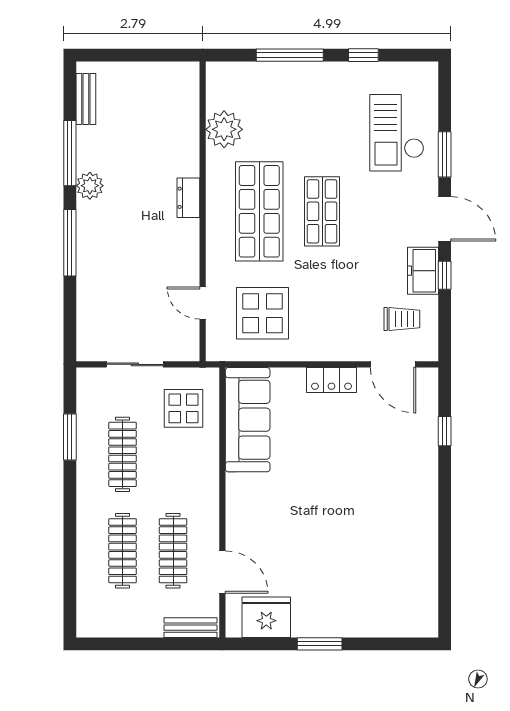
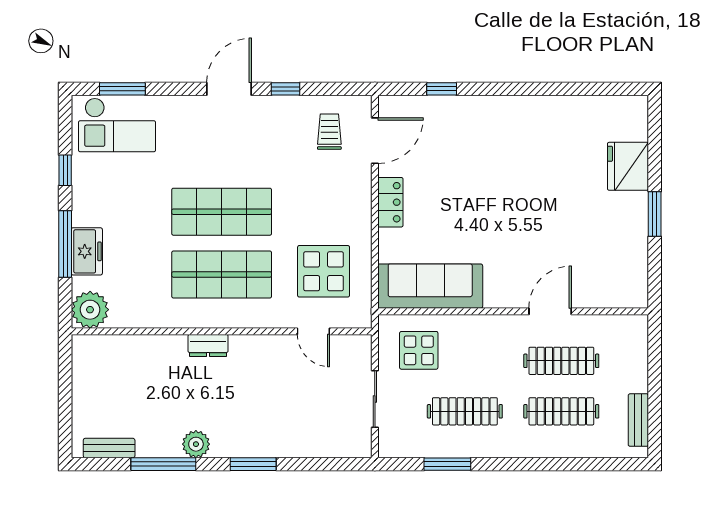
plant: (224, 129) -> (90, 310), moved
checkout: (397, 133) -> (117, 125), moved
window: (445, 154) -> (122, 89), moved
shop shelf: (322, 211) -> (222, 212), width x1.43, depth x1.36
window: (70, 243) -> (253, 464), width x0.69
freezer: (423, 271) -> (87, 251), moved, turned -90
door: (203, 303) -> (313, 331), hinge flipped
door: (222, 572) -> (550, 311), moved
fridge: (266, 617) -> (628, 166), moved
bench: (191, 628) -> (638, 420), moved

